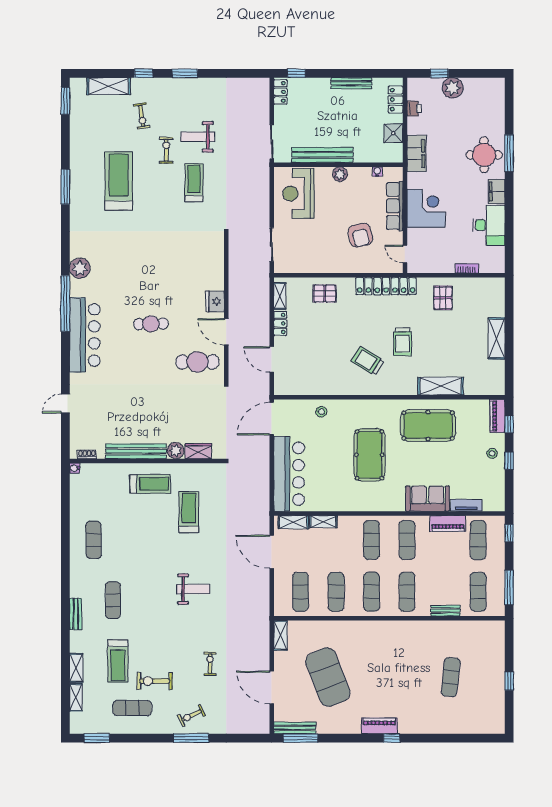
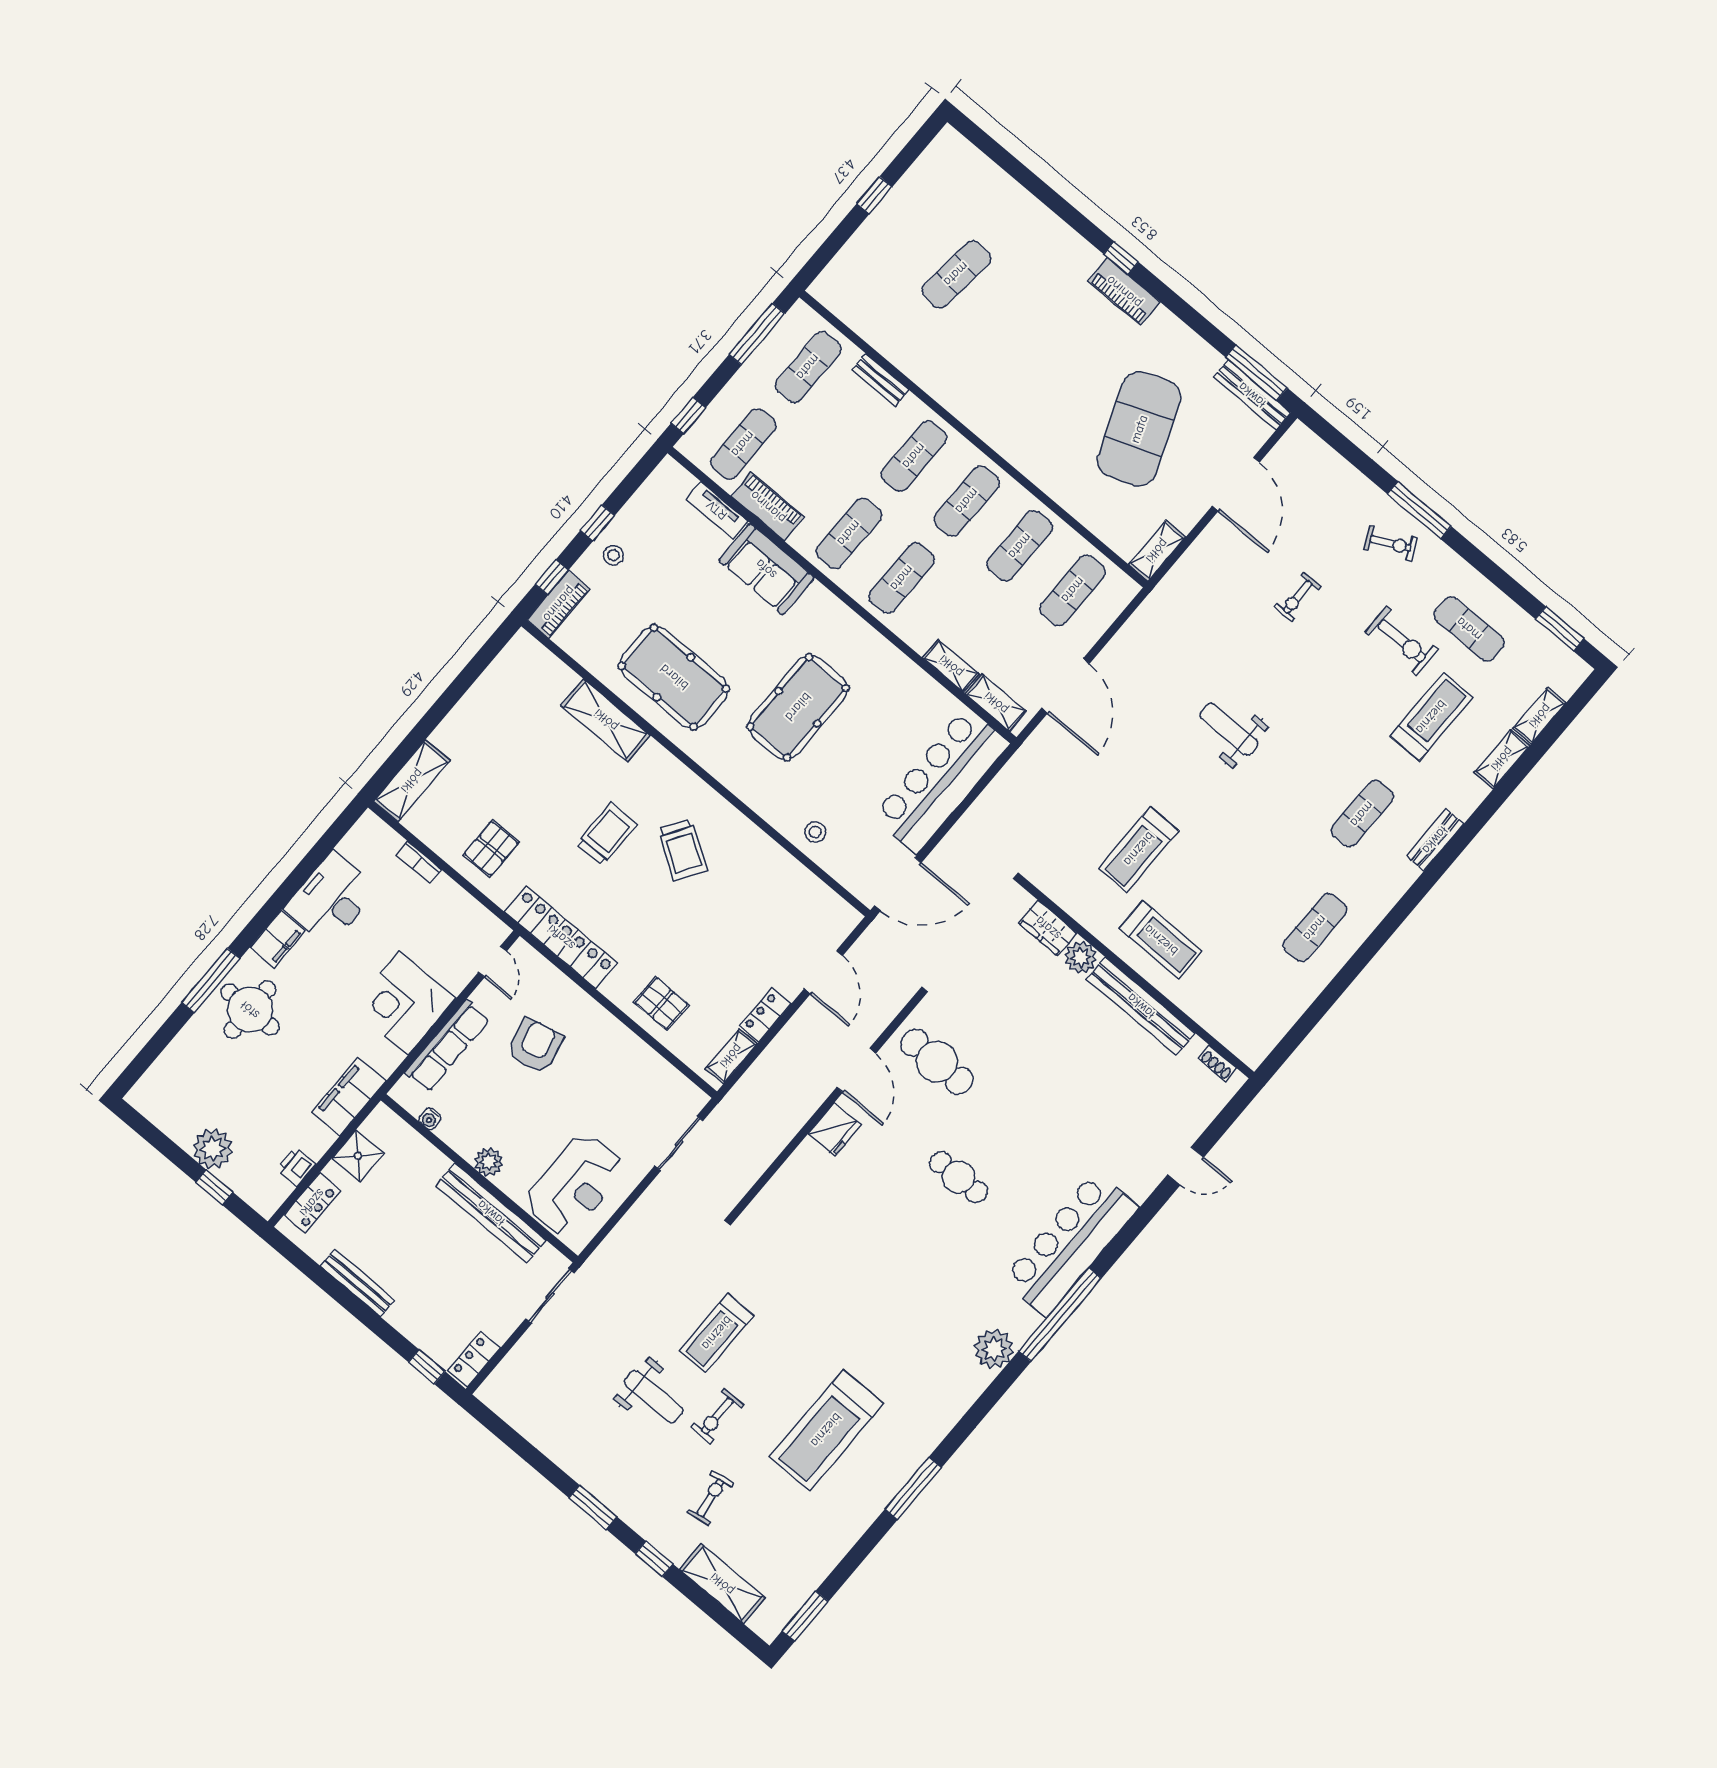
shelving: (497, 338) -> (412, 781), moved
water cooler: (75, 468) -> (1253, 1058), removed
treadmill: (150, 484) -> (1161, 940), turned 180

